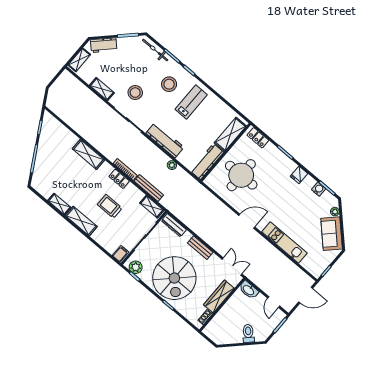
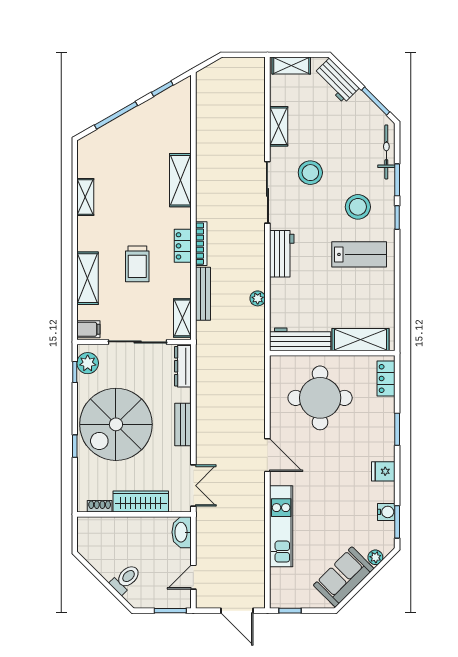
workbench: (165, 140) -> (282, 254), width x0.73
trolley: (110, 206) -> (137, 264), turned 180
shelving: (81, 221) -> (87, 278), moved

